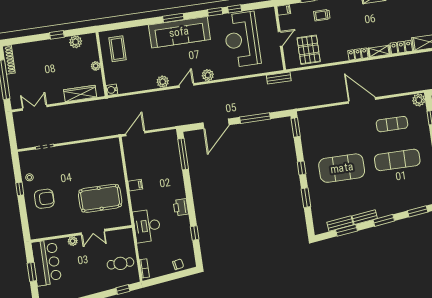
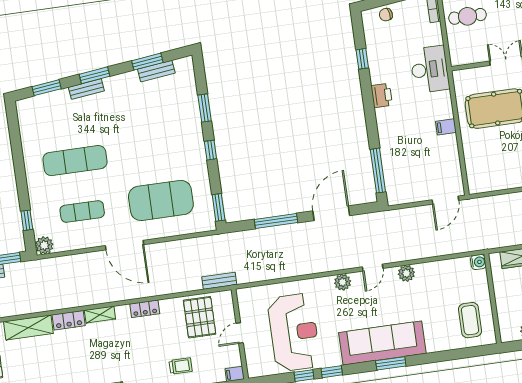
locker: (358, 54) -> (145, 309), moved
plant: (96, 66) -> (501, 296), removed
bench: (279, 78) -> (219, 281), moved
exercise mat: (342, 168) -> (161, 200), moved
bench: (365, 217) -> (86, 89), moved

